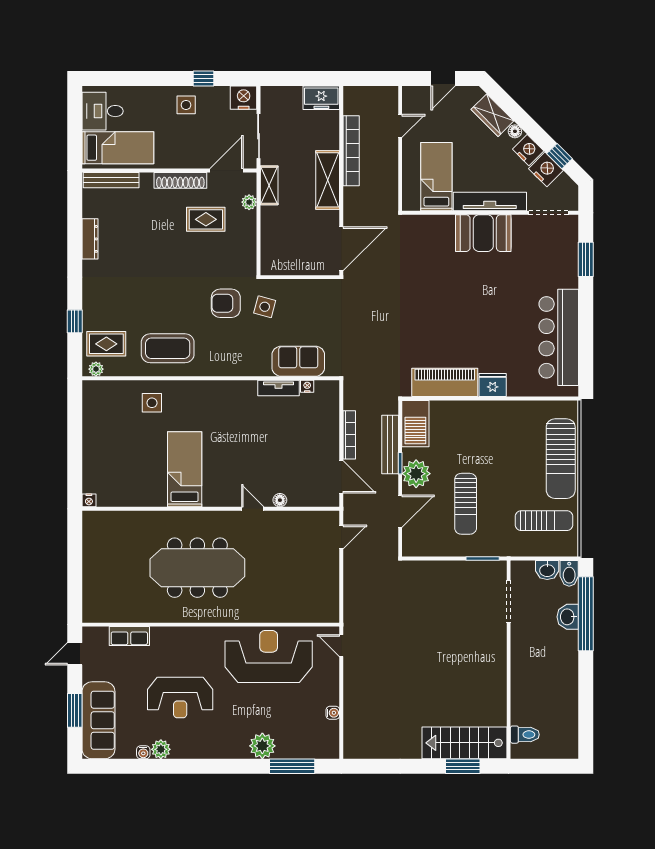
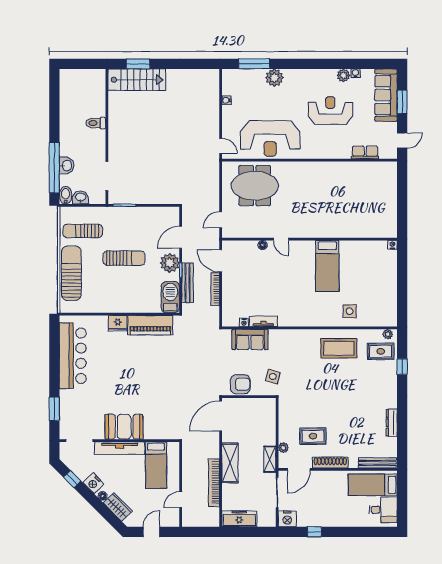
freezer: (321, 98) -> (239, 519), width x1.40
side table: (186, 105) -> (326, 514), removed
nightstand: (546, 169) -> (81, 470), removed
armchair: (226, 303) -> (240, 384), moved
sun lounger: (466, 504) -> (124, 258), moved, turned 90
meeting table: (197, 568) -> (255, 186), moved, width x0.73
toilet: (525, 735) -> (96, 123), moved

